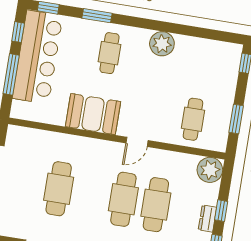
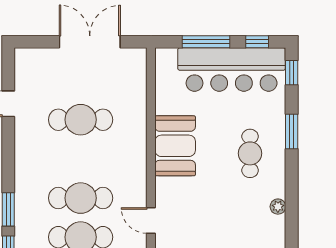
plant: (162, 44) -> (278, 207), width x0.53, depth x0.53
cafe table: (109, 53) -> (250, 153), turned 90
door: (137, 142) -> (151, 221), moved

